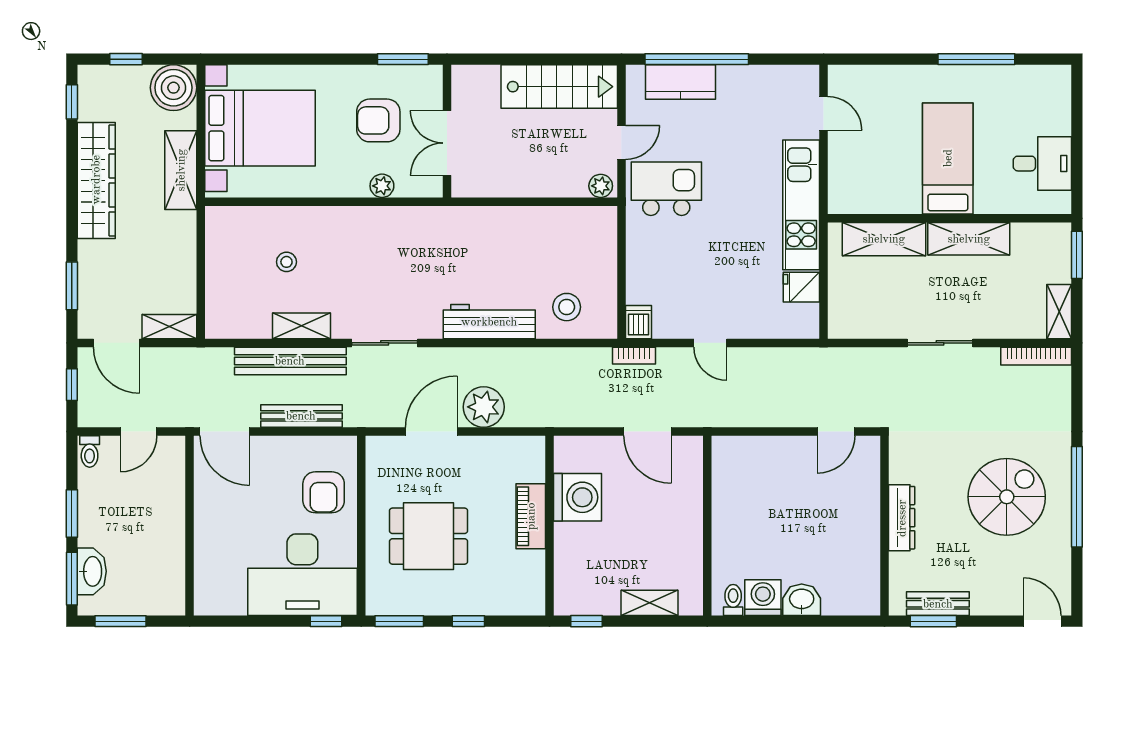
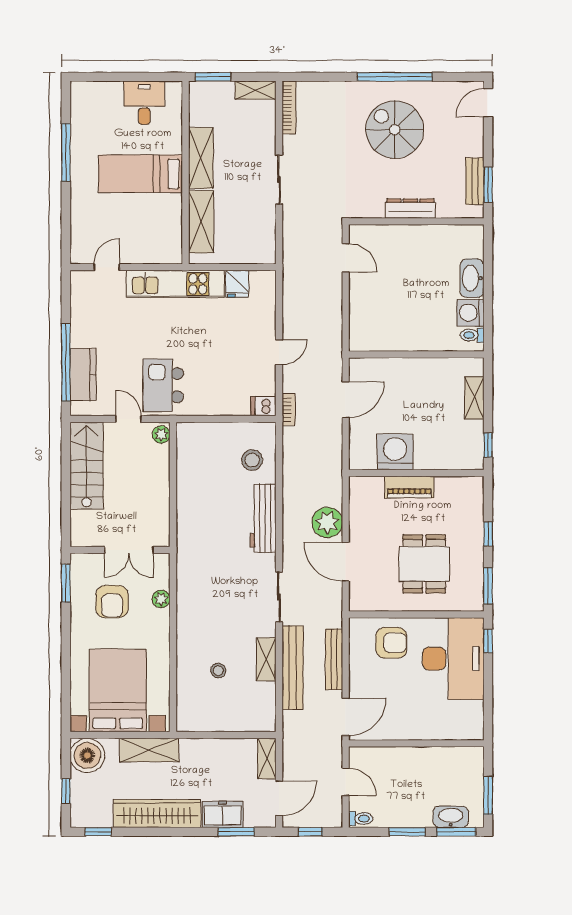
freezer: (95, 268) -> (223, 814), added
washbasin: (802, 600) -> (472, 278), width x1.38

